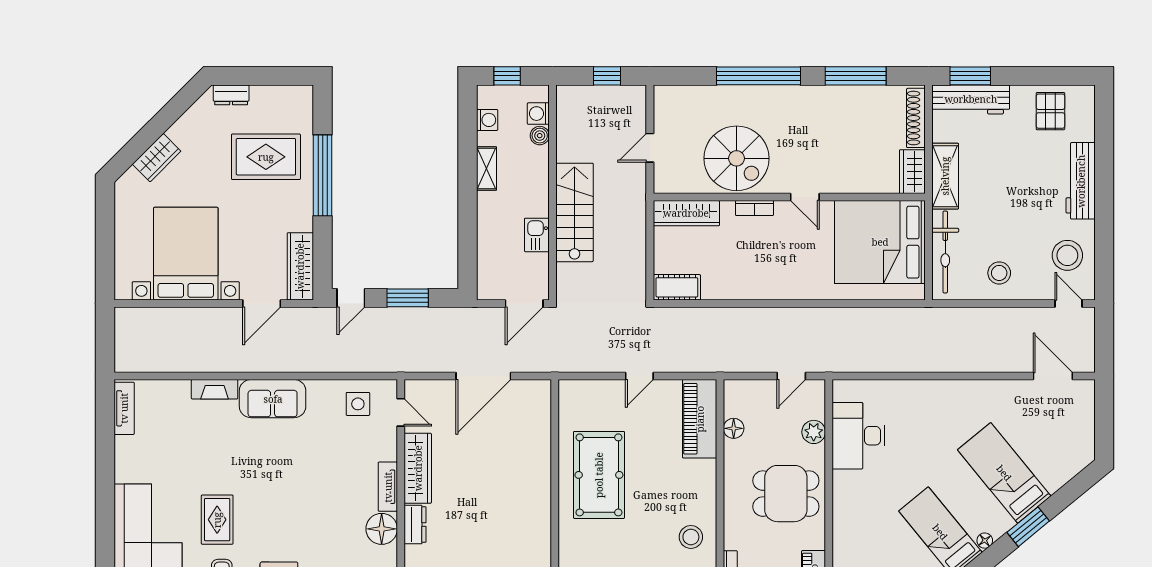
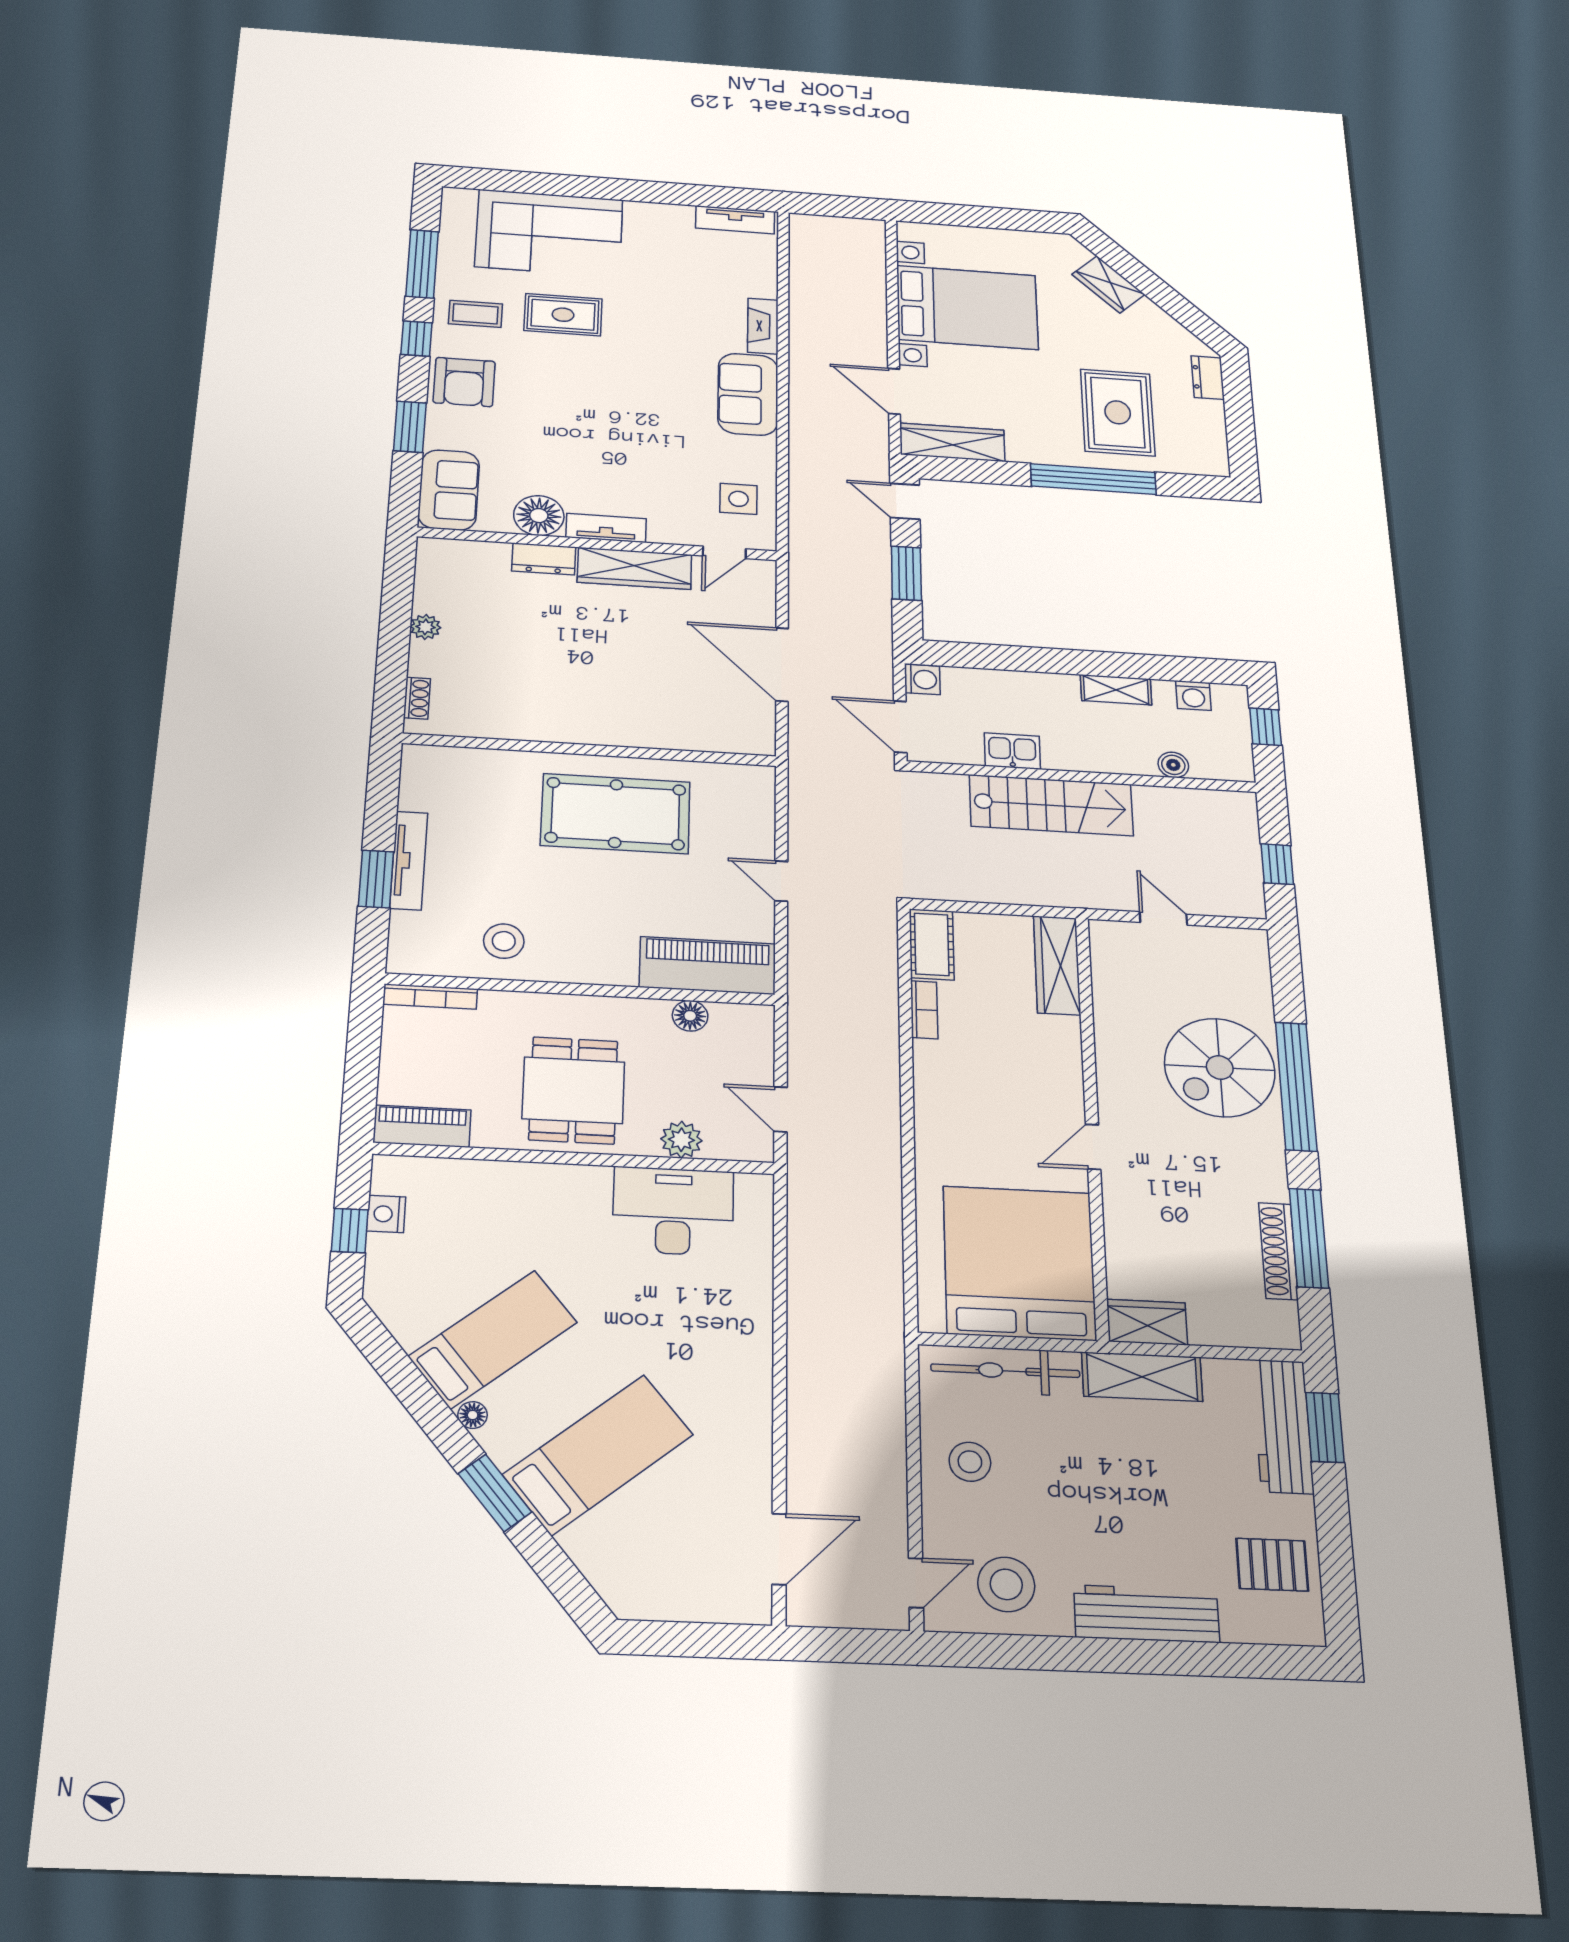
washing machine: (538, 114) -> (922, 679), moved, turned 90
shoe rack: (916, 118) -> (1278, 1251), moved, turned -90
spiral stairs: (736, 158) -> (1220, 1067), moved
bookcase: (754, 208) -> (924, 1010), moved, turned 180

